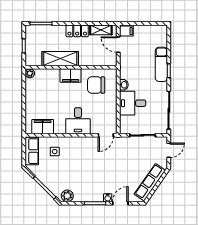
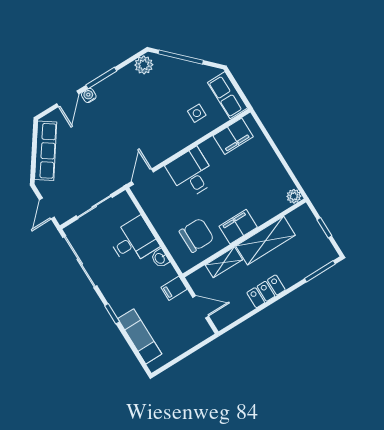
shelving: (101, 30) -> (224, 262), moved
filing cabinet: (126, 31) -> (174, 288), moved
exam couch: (161, 64) -> (140, 336), moved

